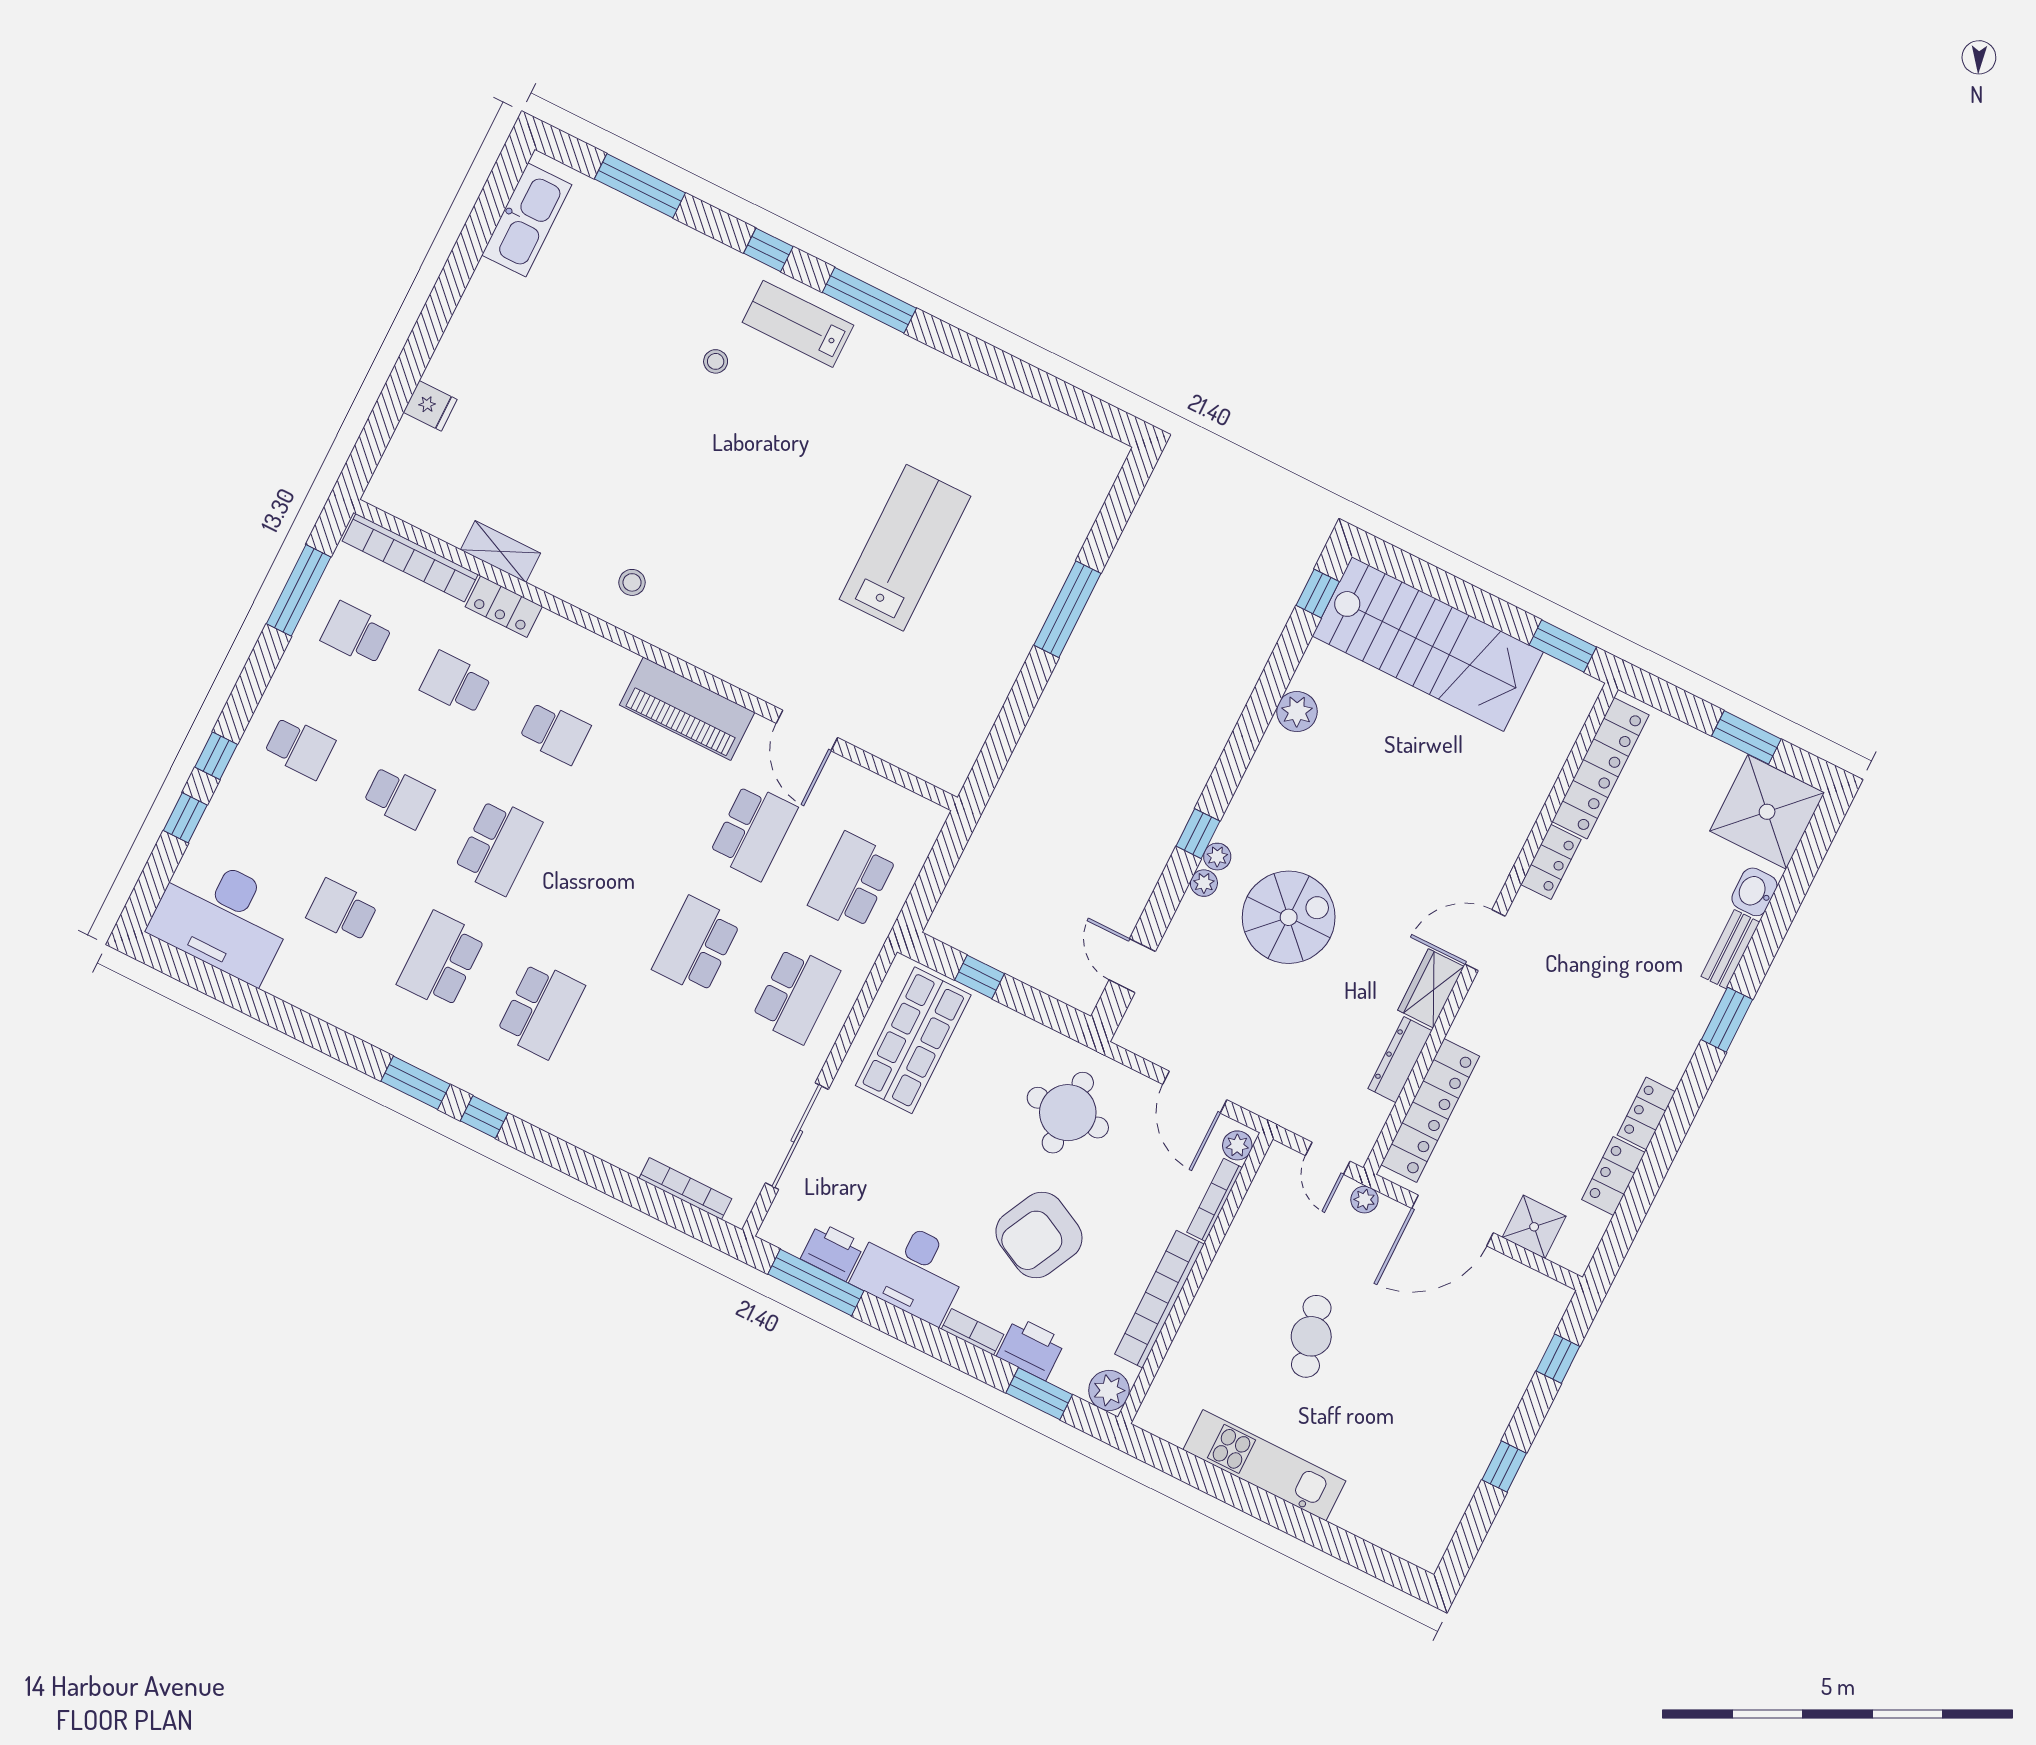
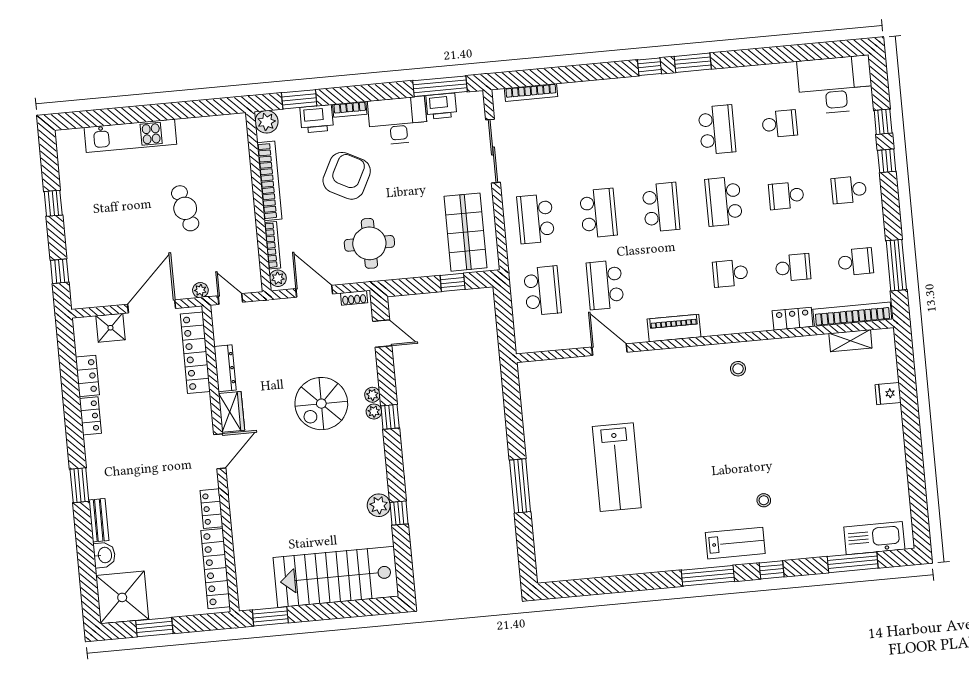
kitchen sink: (527, 220) -> (874, 538), moved, turned 90
shelving: (500, 551) -> (850, 341), moved
window: (1318, 593) -> (399, 513), moved
piano: (687, 709) -> (674, 328), width x0.73, depth x0.75
school desk: (541, 1010) -> (661, 207), moved, turned 180
shoe rack: (1141, 1045) -> (354, 298), added
kitchen unit: (1264, 1465) -> (130, 136), moved

